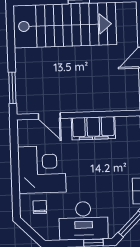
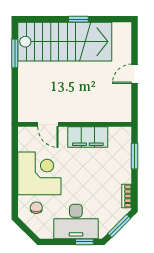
window: (12, 88) -> (15, 53), moved

